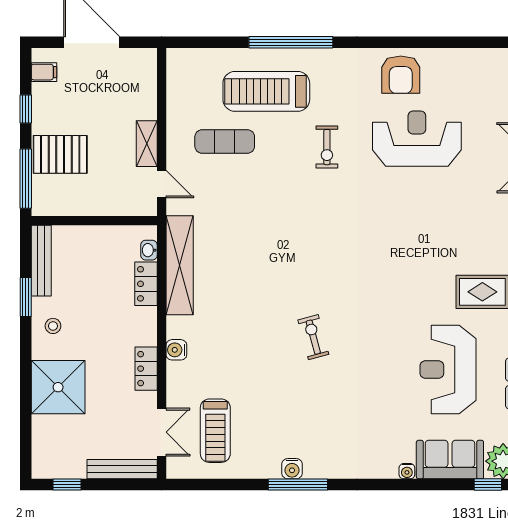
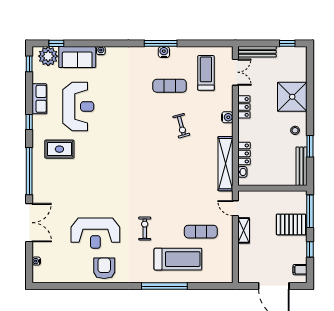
exercise bike: (313, 337) -> (181, 126), moved
exercise mat: (282, 407) -> (170, 86), added
double door: (162, 432) -> (235, 72), swing flipped

